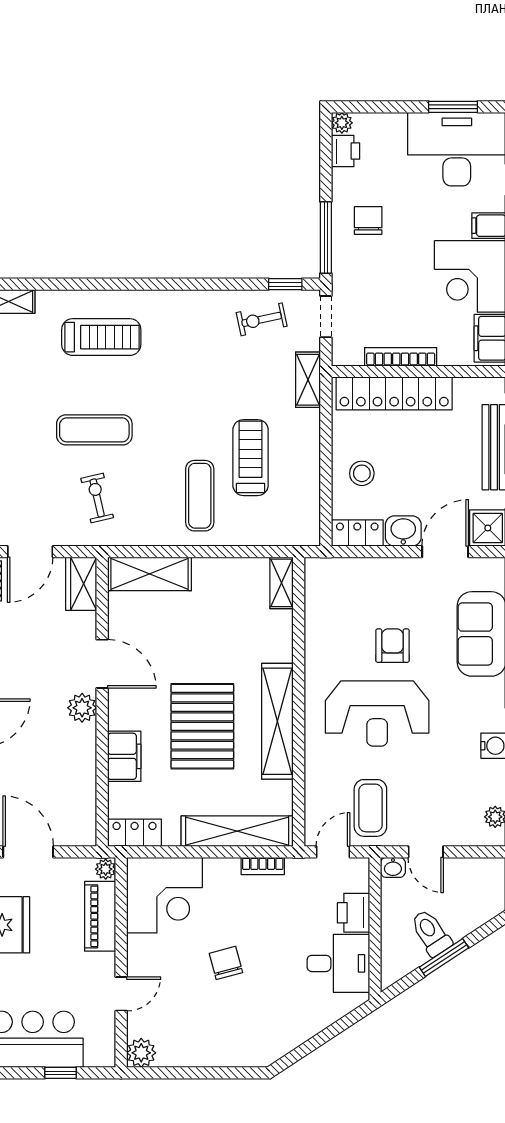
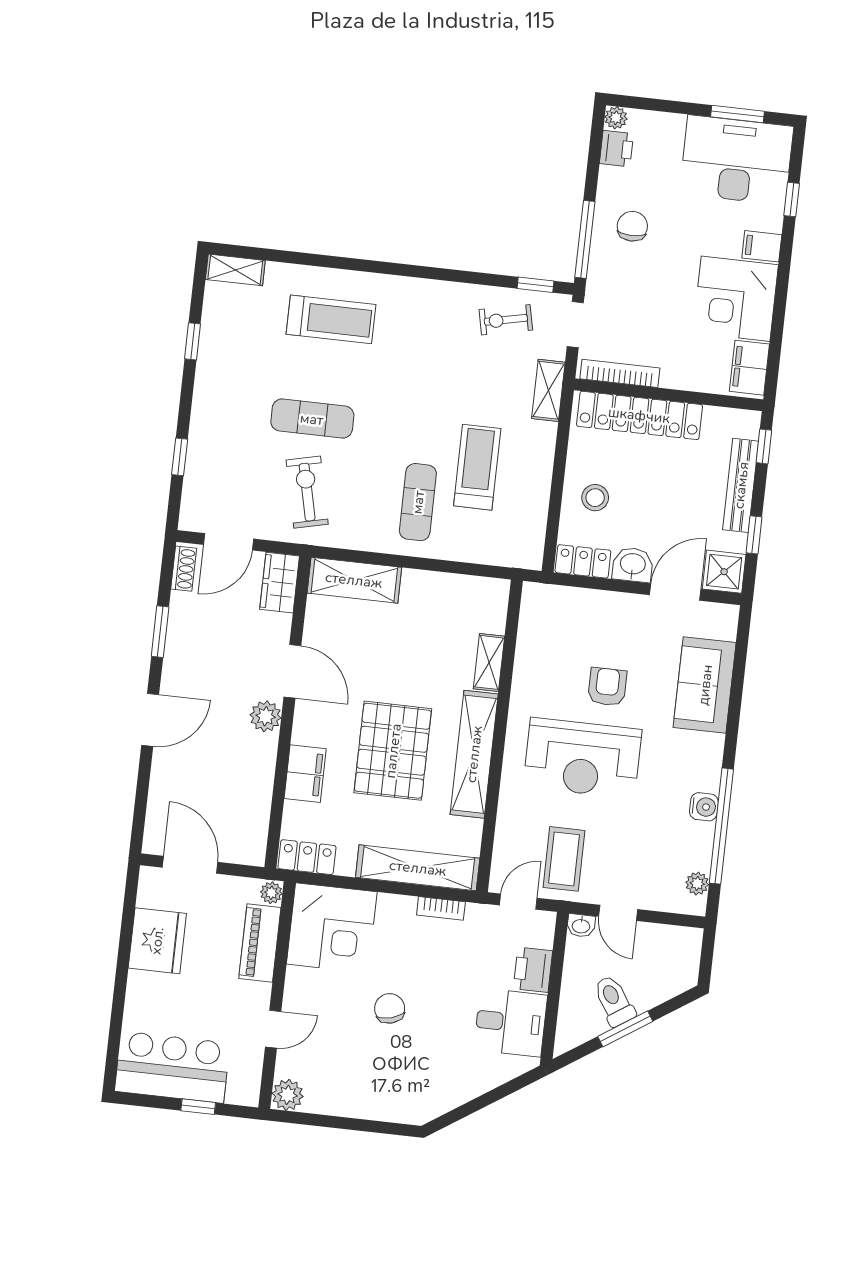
bookcase: (401, 357) -> (620, 373), moved
exercise bike: (97, 498) -> (307, 492), width x1.38, depth x1.39
shelving: (282, 583) -> (489, 662), moved

